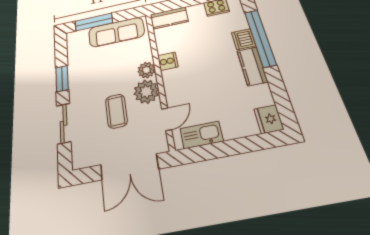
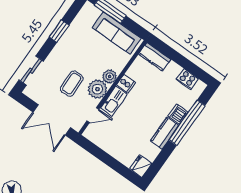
sliding door: (64, 123) -> (31, 71), moved
kitchen sink: (202, 135) -> (114, 101), moved, turned 90

